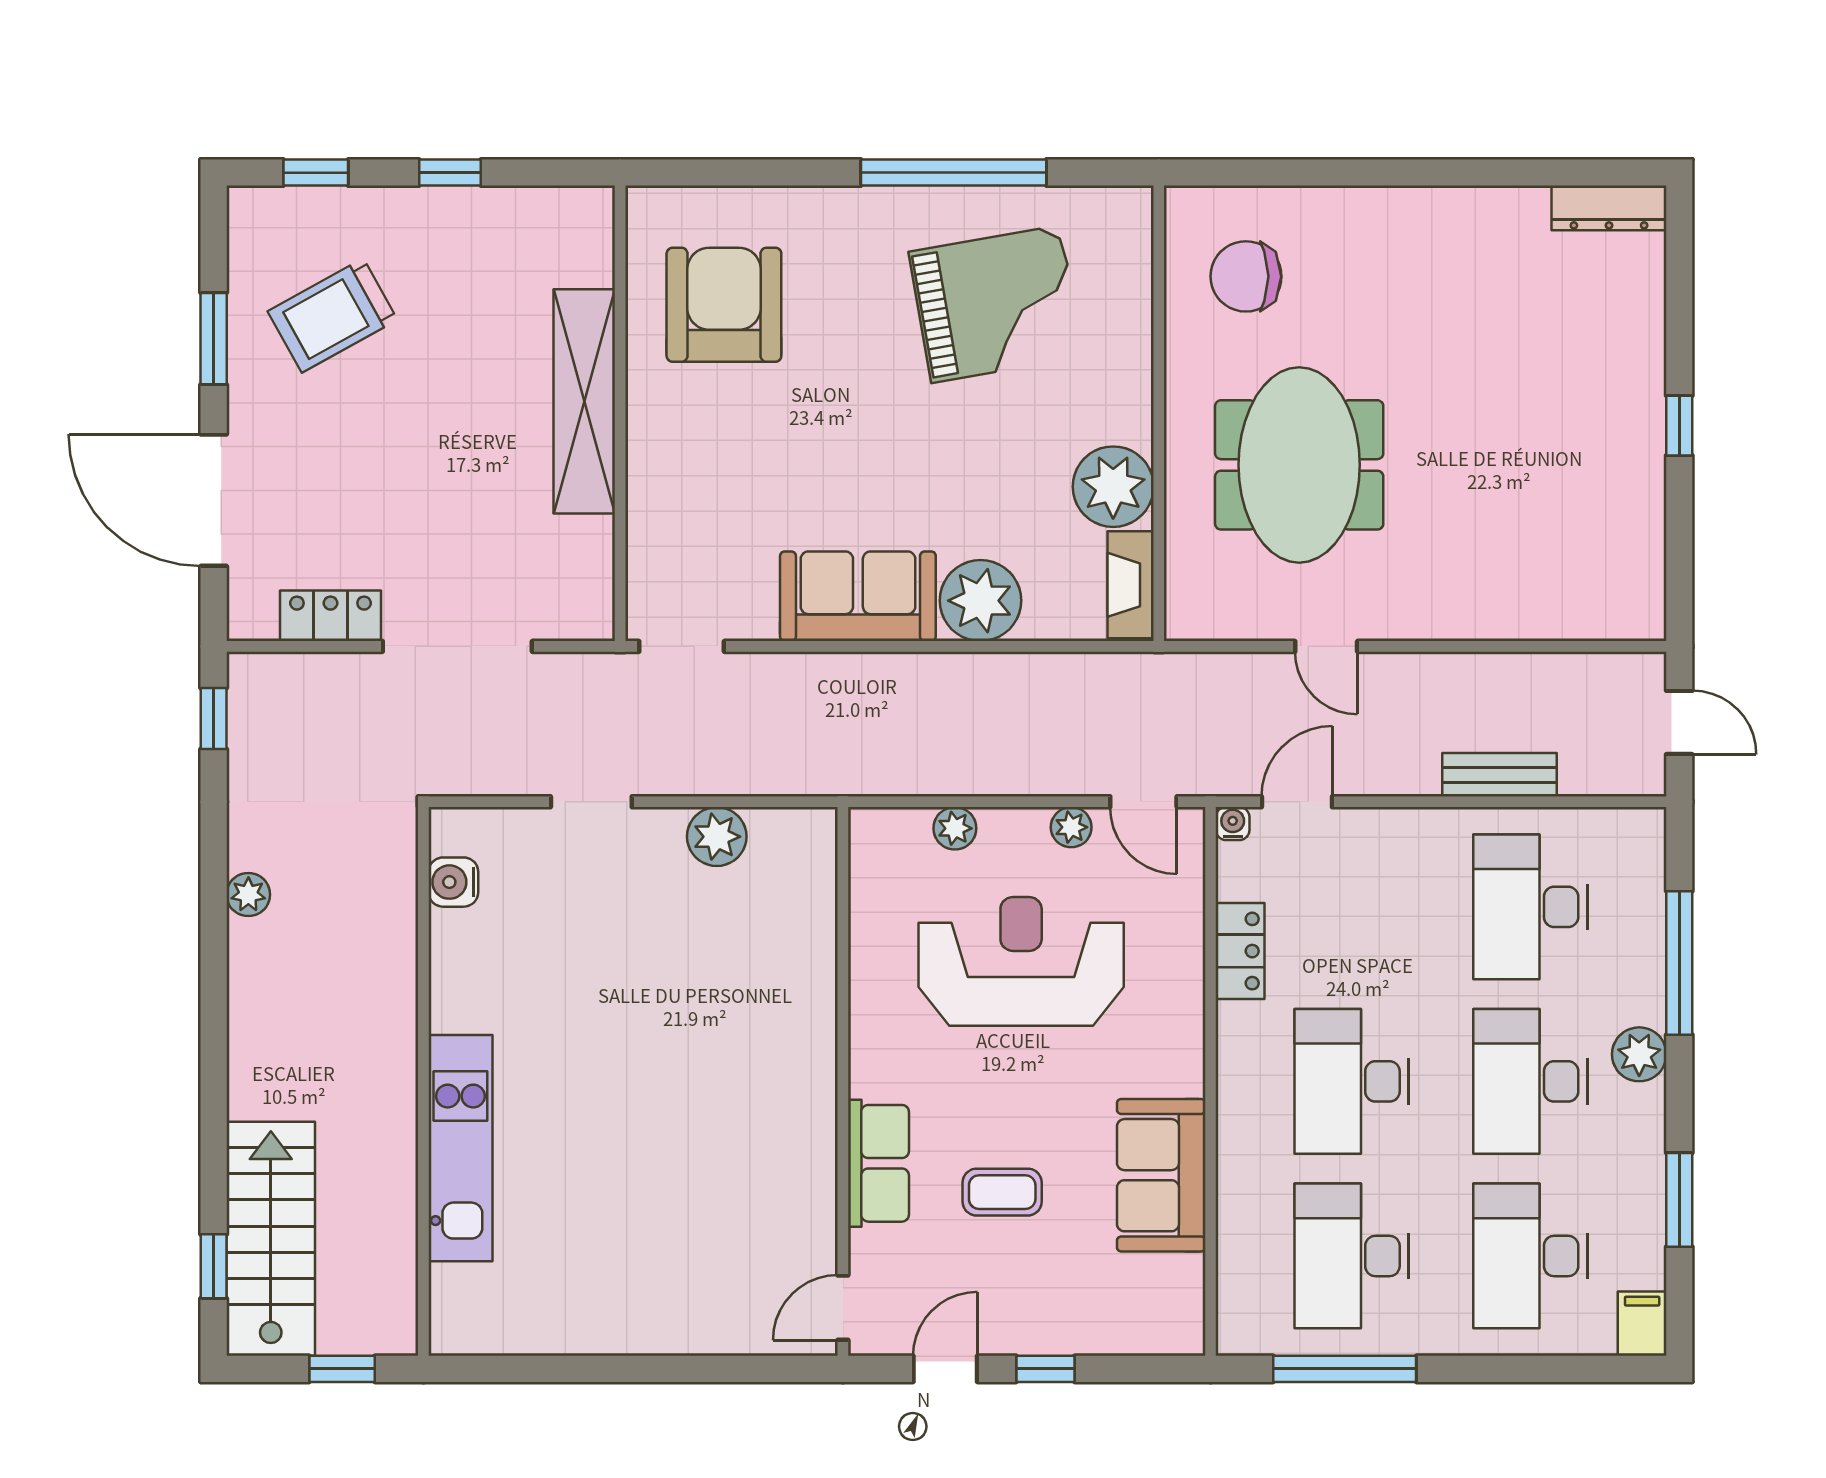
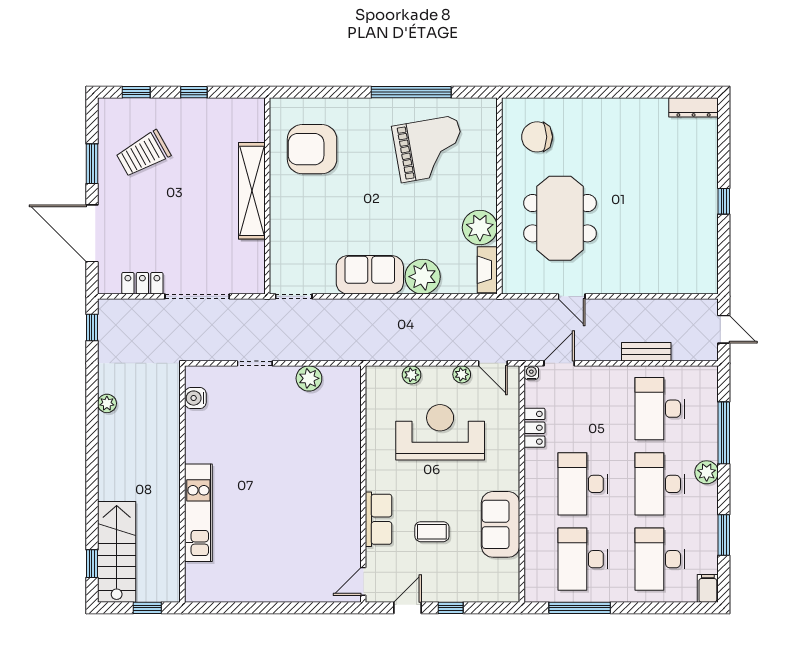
armchair: (724, 305) -> (312, 149), turned -90

